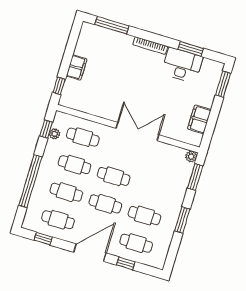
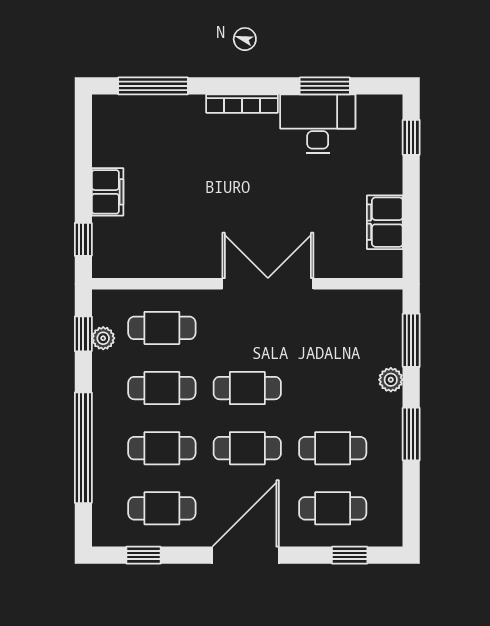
window: (223, 84) -> (411, 137), width x0.67
plant: (191, 156) -> (391, 380), moved
window: (126, 263) -> (350, 555), moved

